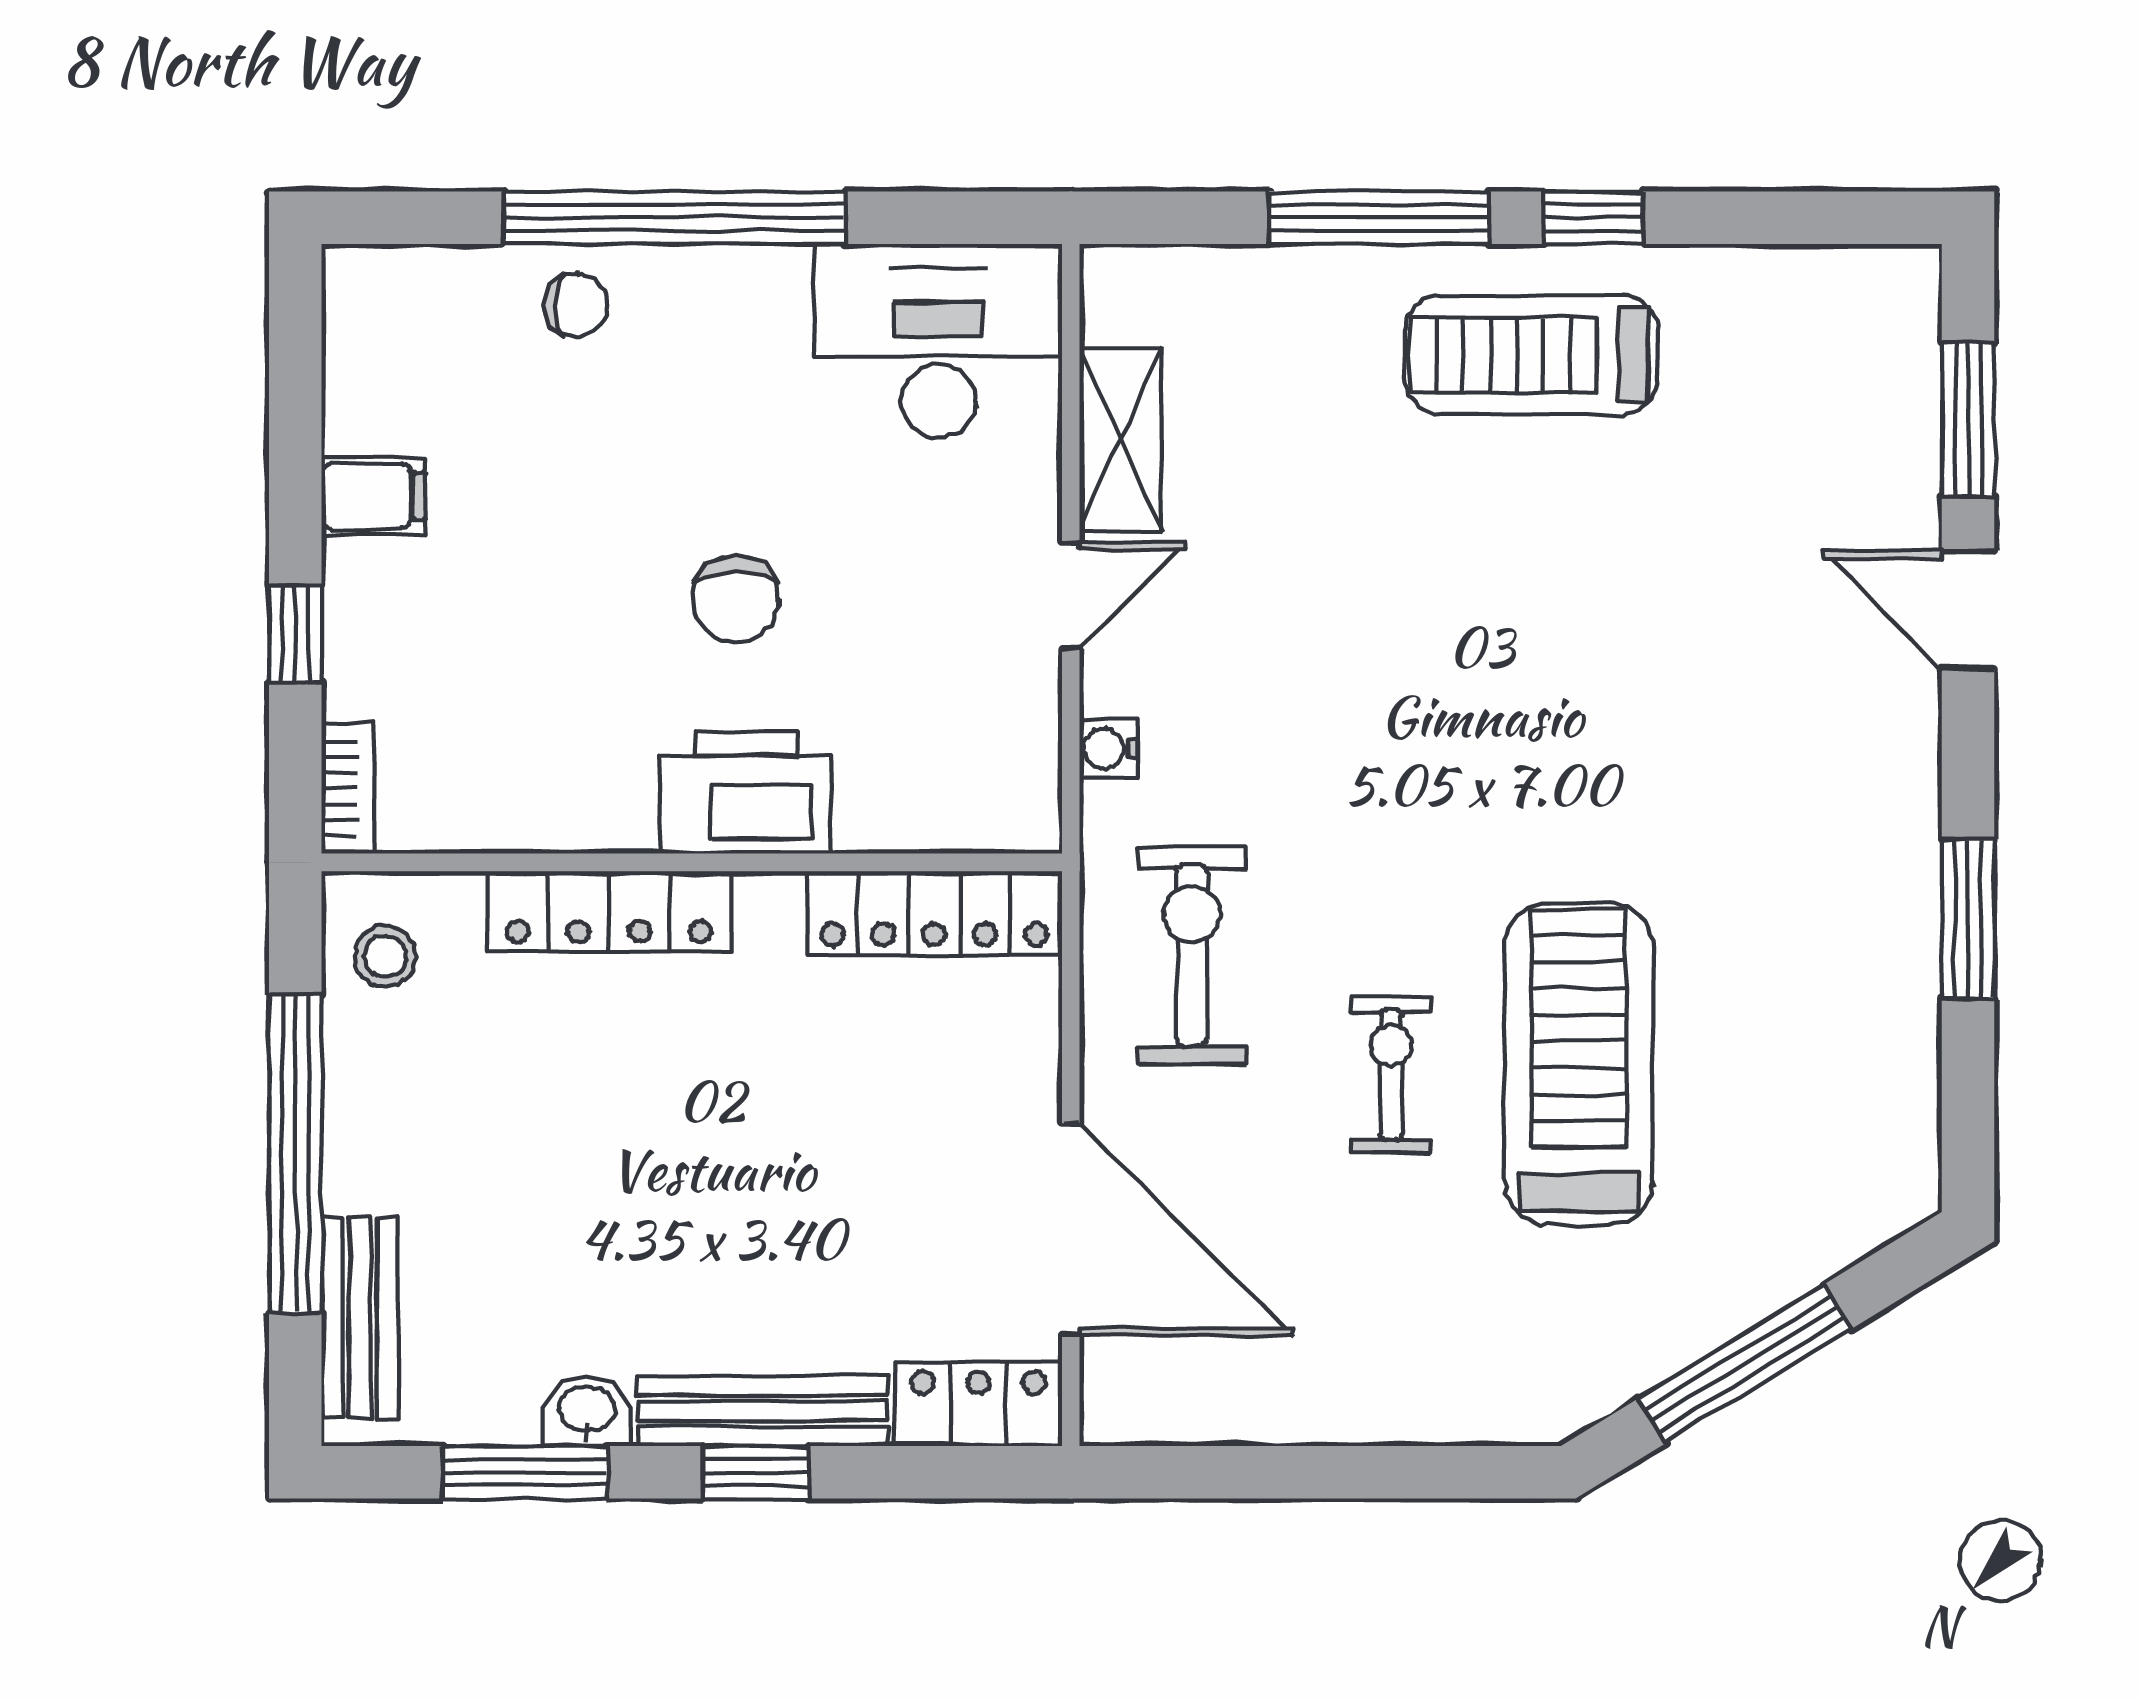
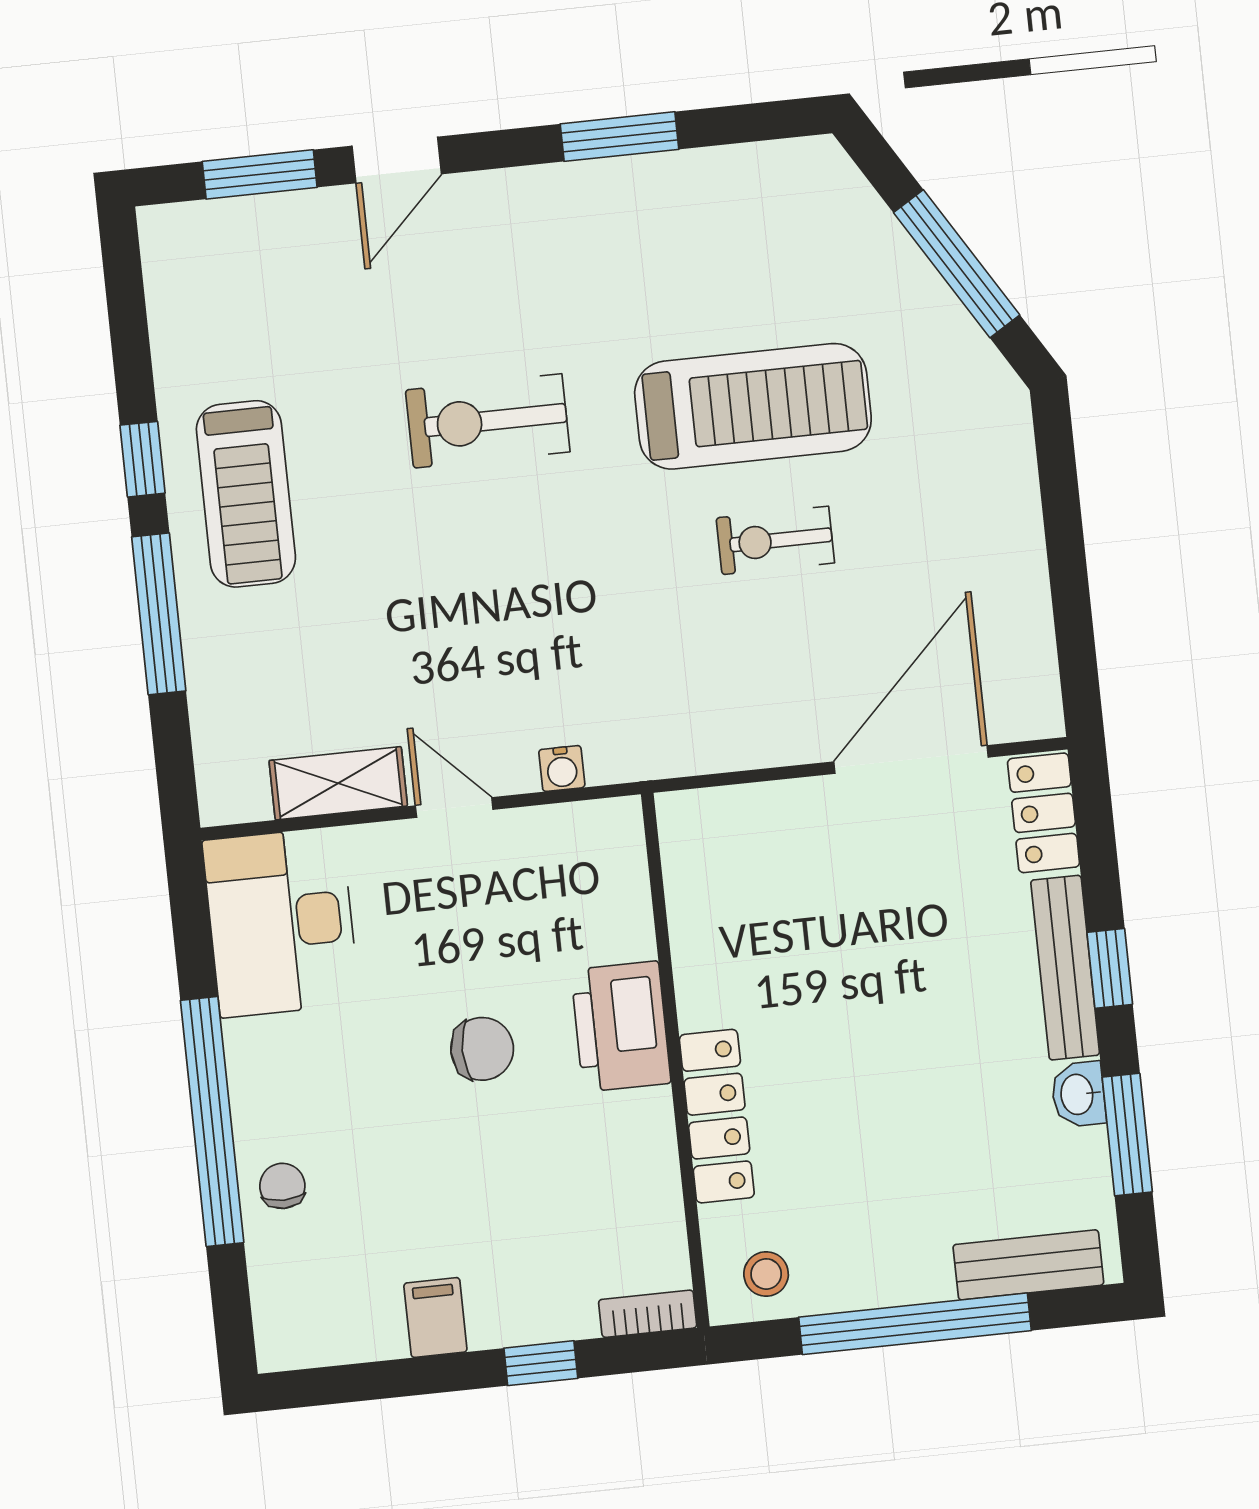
locker: (934, 913) -> (693, 882), removed
exercise bike: (1192, 955) -> (488, 421), moved
treadmill: (1579, 1064) -> (753, 406), turned 180

